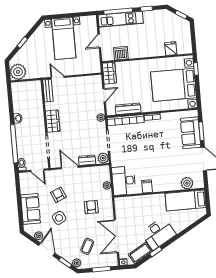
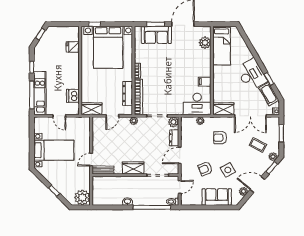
door: (104, 95) -> (112, 116), swing flipped
wardrobe: (121, 208) -> (223, 109), added

